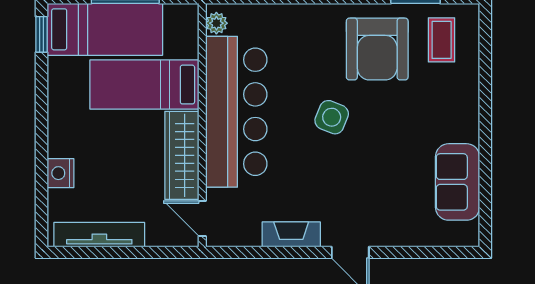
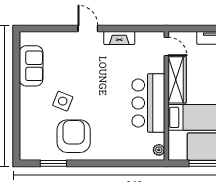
coffee table: (442, 40) -> (40, 141), removed
bar counter: (236, 112) -> (148, 103), width x0.73
side table: (332, 117) -> (63, 101), moved

